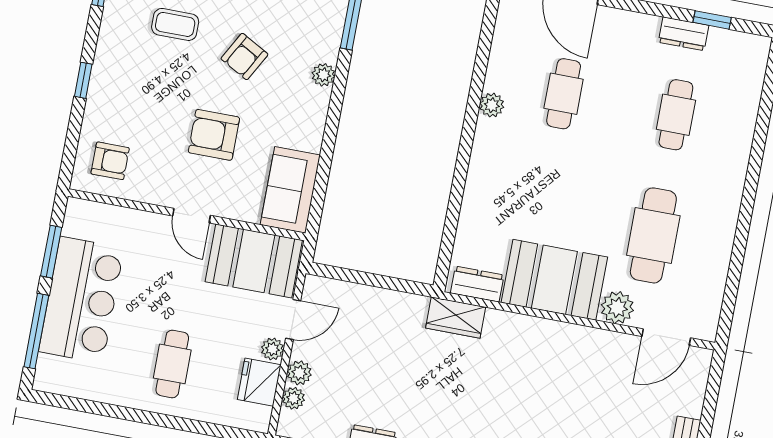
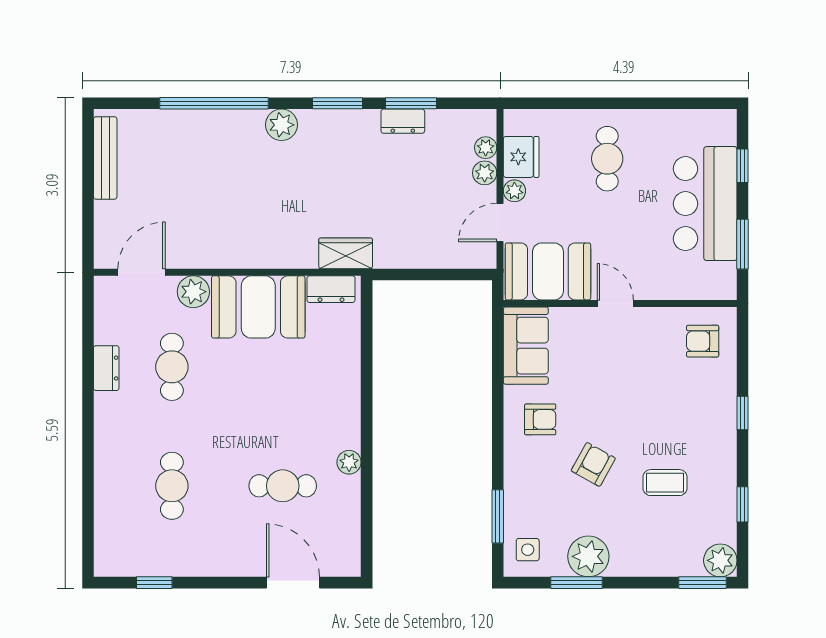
dresser: (684, 34) -> (106, 368), moved, turned 90
plant: (323, 75) -> (515, 461), removed
cafe table: (564, 94) -> (283, 486), turned 90
armchair: (214, 135) -> (540, 419), moved, width x0.72, depth x0.72
cafe table: (653, 235) -> (172, 367), width x0.73, depth x0.74
window: (36, 331) -> (743, 166), width x0.46

